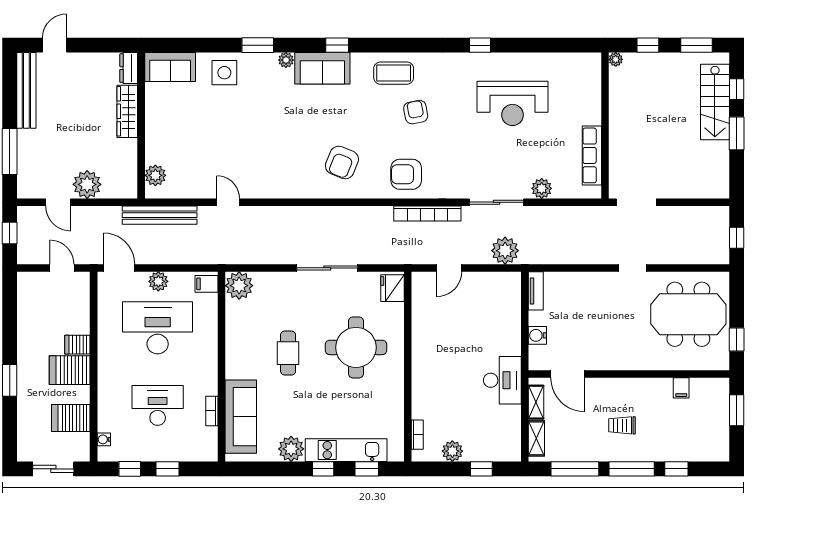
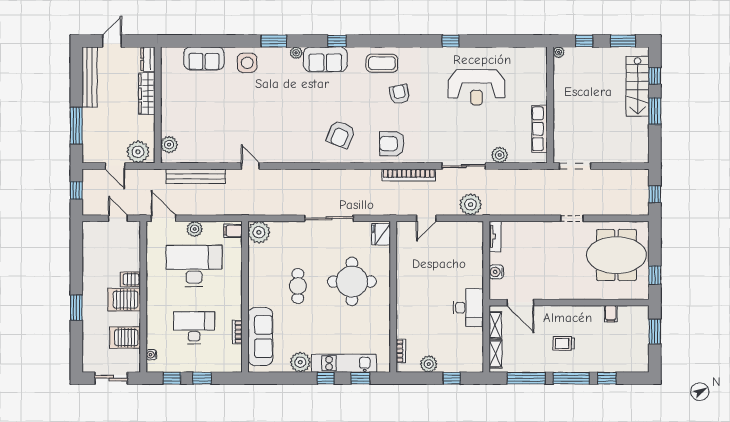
dresser: (129, 68) -> (148, 59), moved
wardrobe: (127, 111) -> (147, 94), moved
wall: (141, 126) -> (158, 105), moved
plant: (155, 175) -> (169, 145), moved

